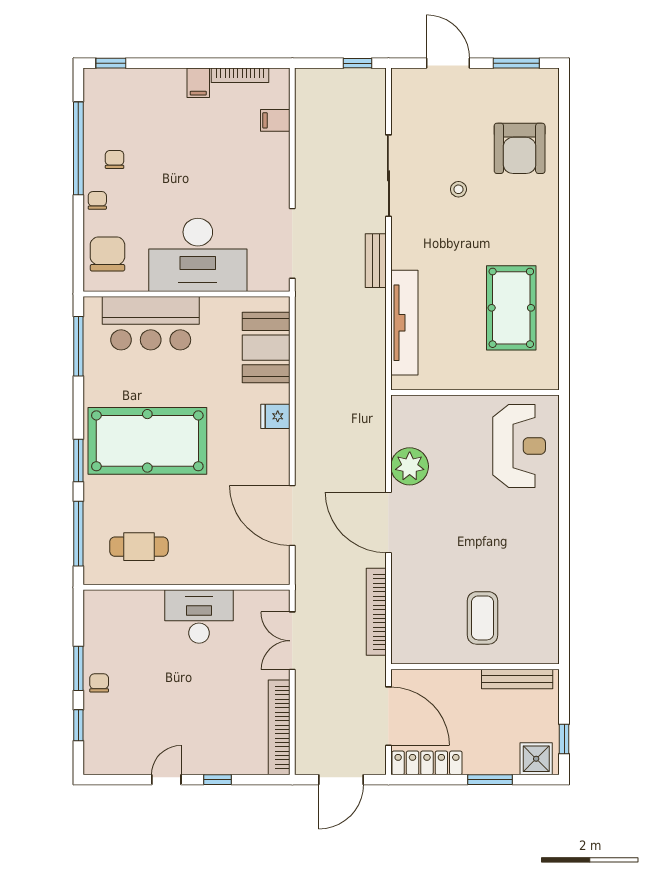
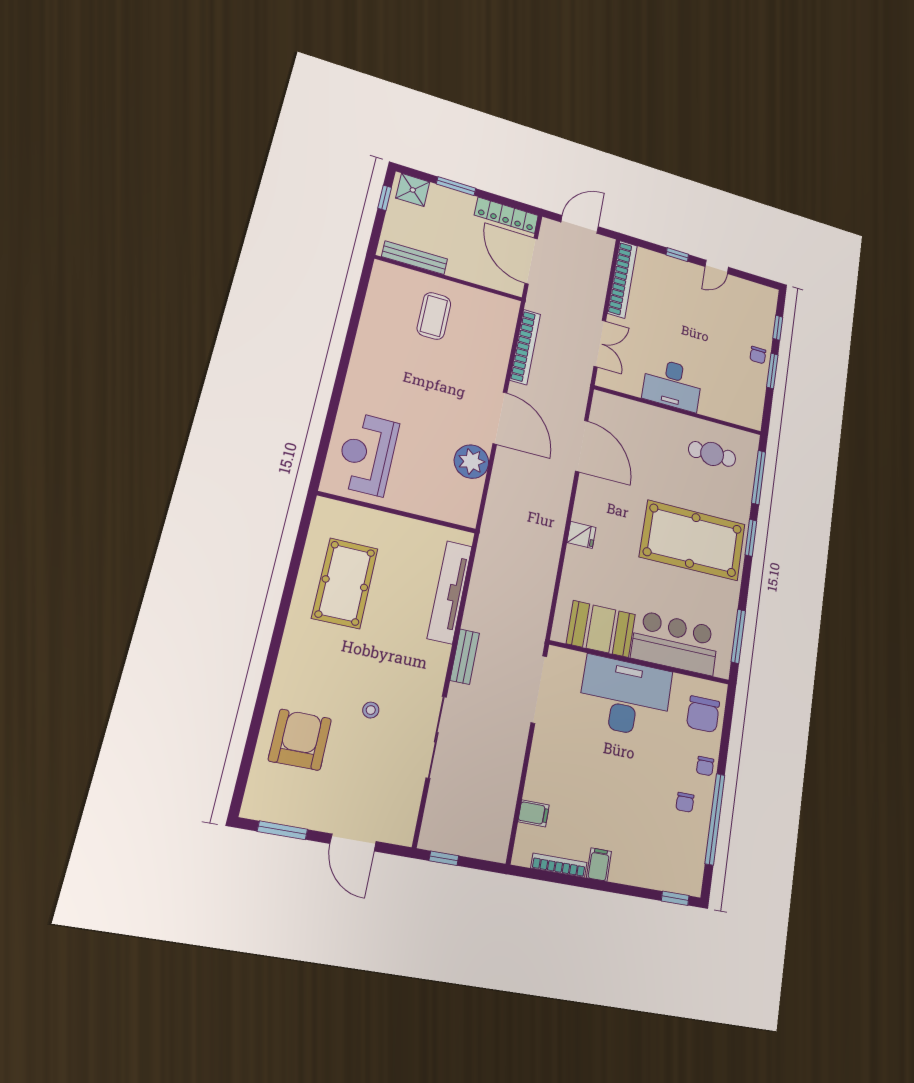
booth: (266, 348) -> (601, 629), moved, turned 90

